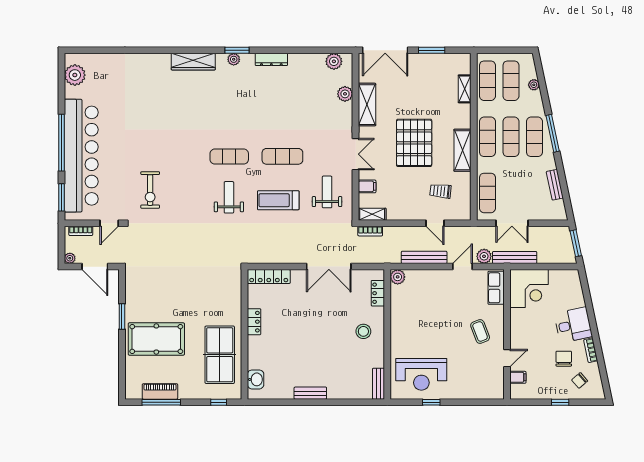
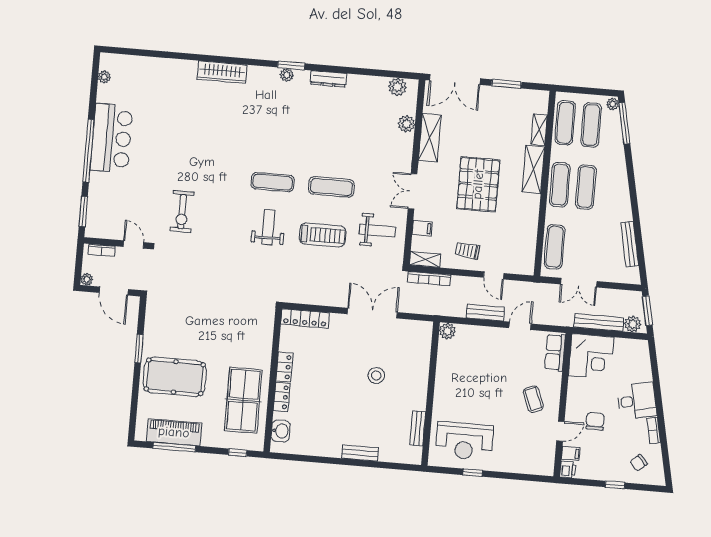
wardrobe: (193, 62) -> (222, 72), moved
plant: (75, 75) -> (104, 77), width x0.53, depth x0.53
plant: (534, 85) -> (613, 104), moved
window: (553, 133) -> (624, 123), moved
exercise mat: (534, 137) -> (612, 189), removed
shelving: (462, 150) -> (533, 170), moved
double door: (356, 154) -> (412, 191), swing flipped
bar counter: (81, 156) -> (112, 138), width x0.54
bench: (555, 185) -> (630, 244), width x1.36
trolley: (440, 191) -> (467, 251), moved
weight bench: (327, 192) -> (377, 231), turned 90
treadmill: (278, 200) -> (323, 235), turned 180
door: (109, 223) -> (134, 245), swing flipped
bookcase: (370, 231) -> (429, 279), width x1.56
plant: (484, 256) -> (633, 324), moved
bench: (424, 257) -> (485, 313), width x0.73
bench: (515, 258) -> (599, 323), moved
double door: (329, 267) -> (372, 313), swing flipped
locker: (378, 293) -> (282, 397), moved, turned 180
stool: (363, 331) -> (376, 376), moved
chair: (564, 359) -> (595, 421), moved
bench: (378, 384) -> (418, 428), moved
piano: (160, 391) -> (174, 432), width x1.37, depth x1.33
printer: (517, 392) -> (568, 469), added
bench: (310, 393) -> (360, 453), moved

